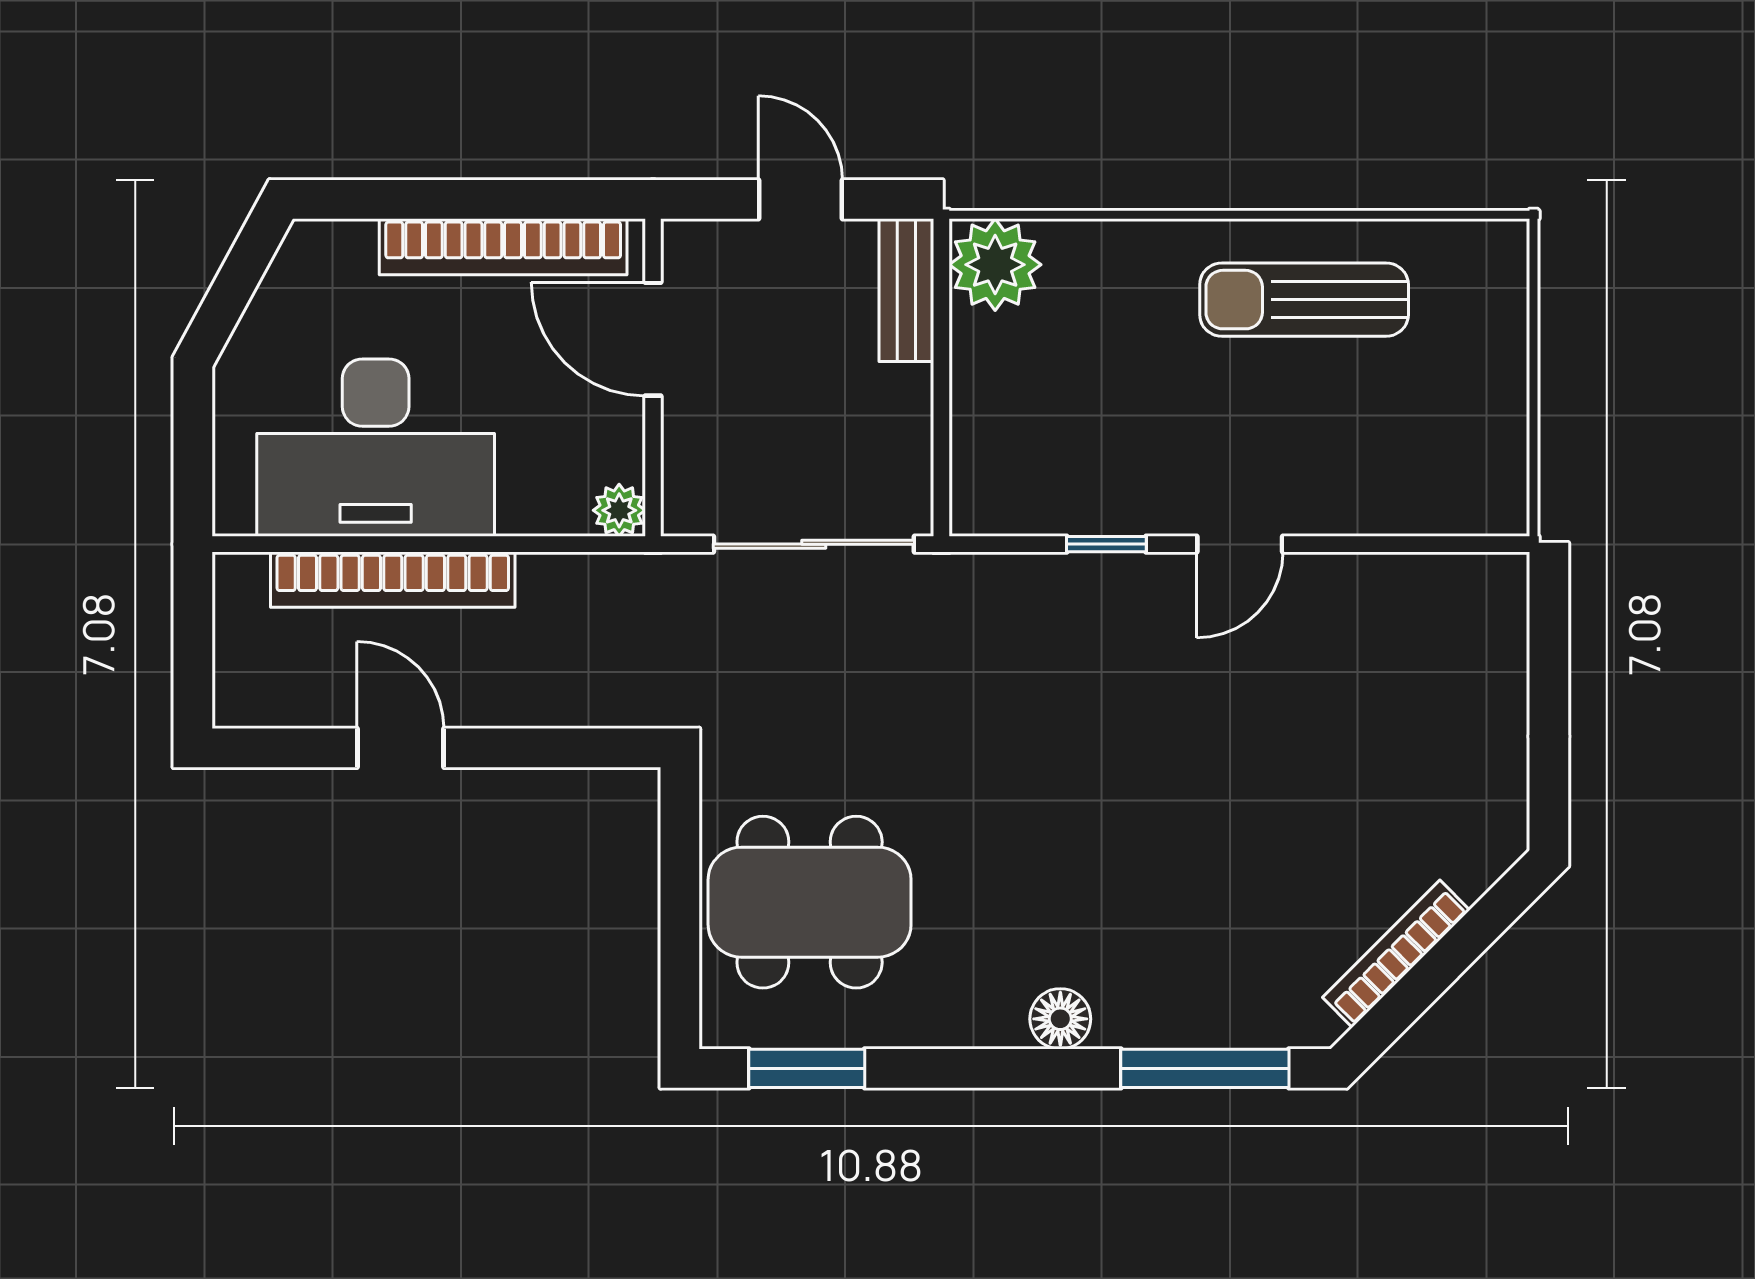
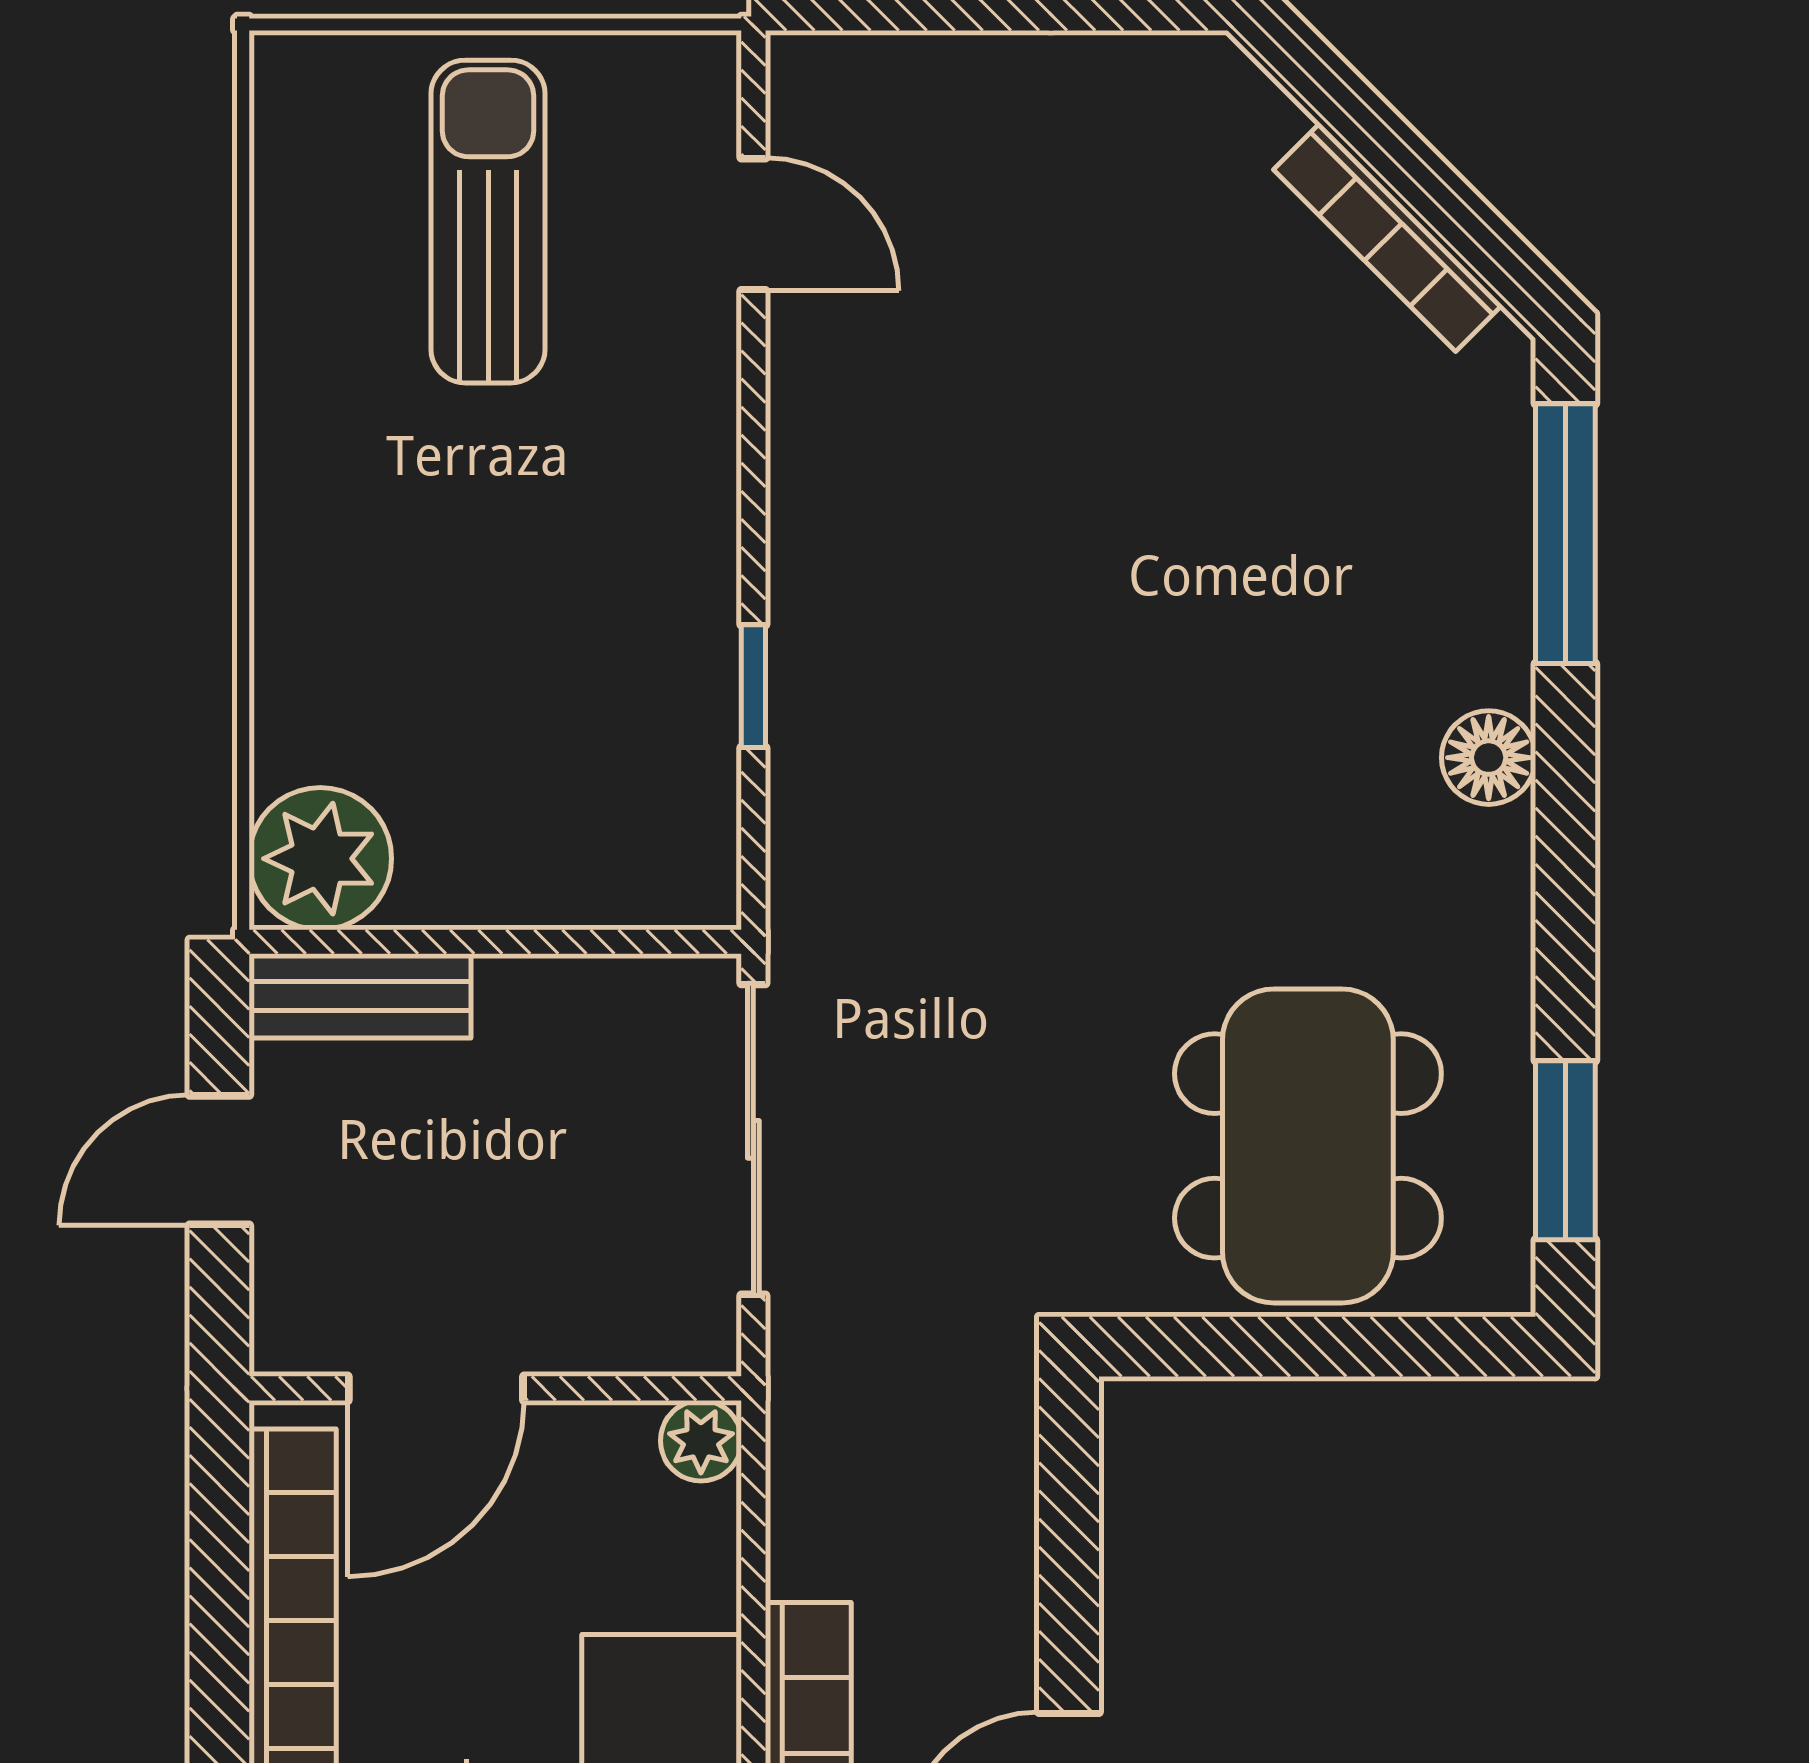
sun lounger: (1304, 300) -> (488, 222), moved, turned 180
door: (1240, 544) -> (753, 224), moved

